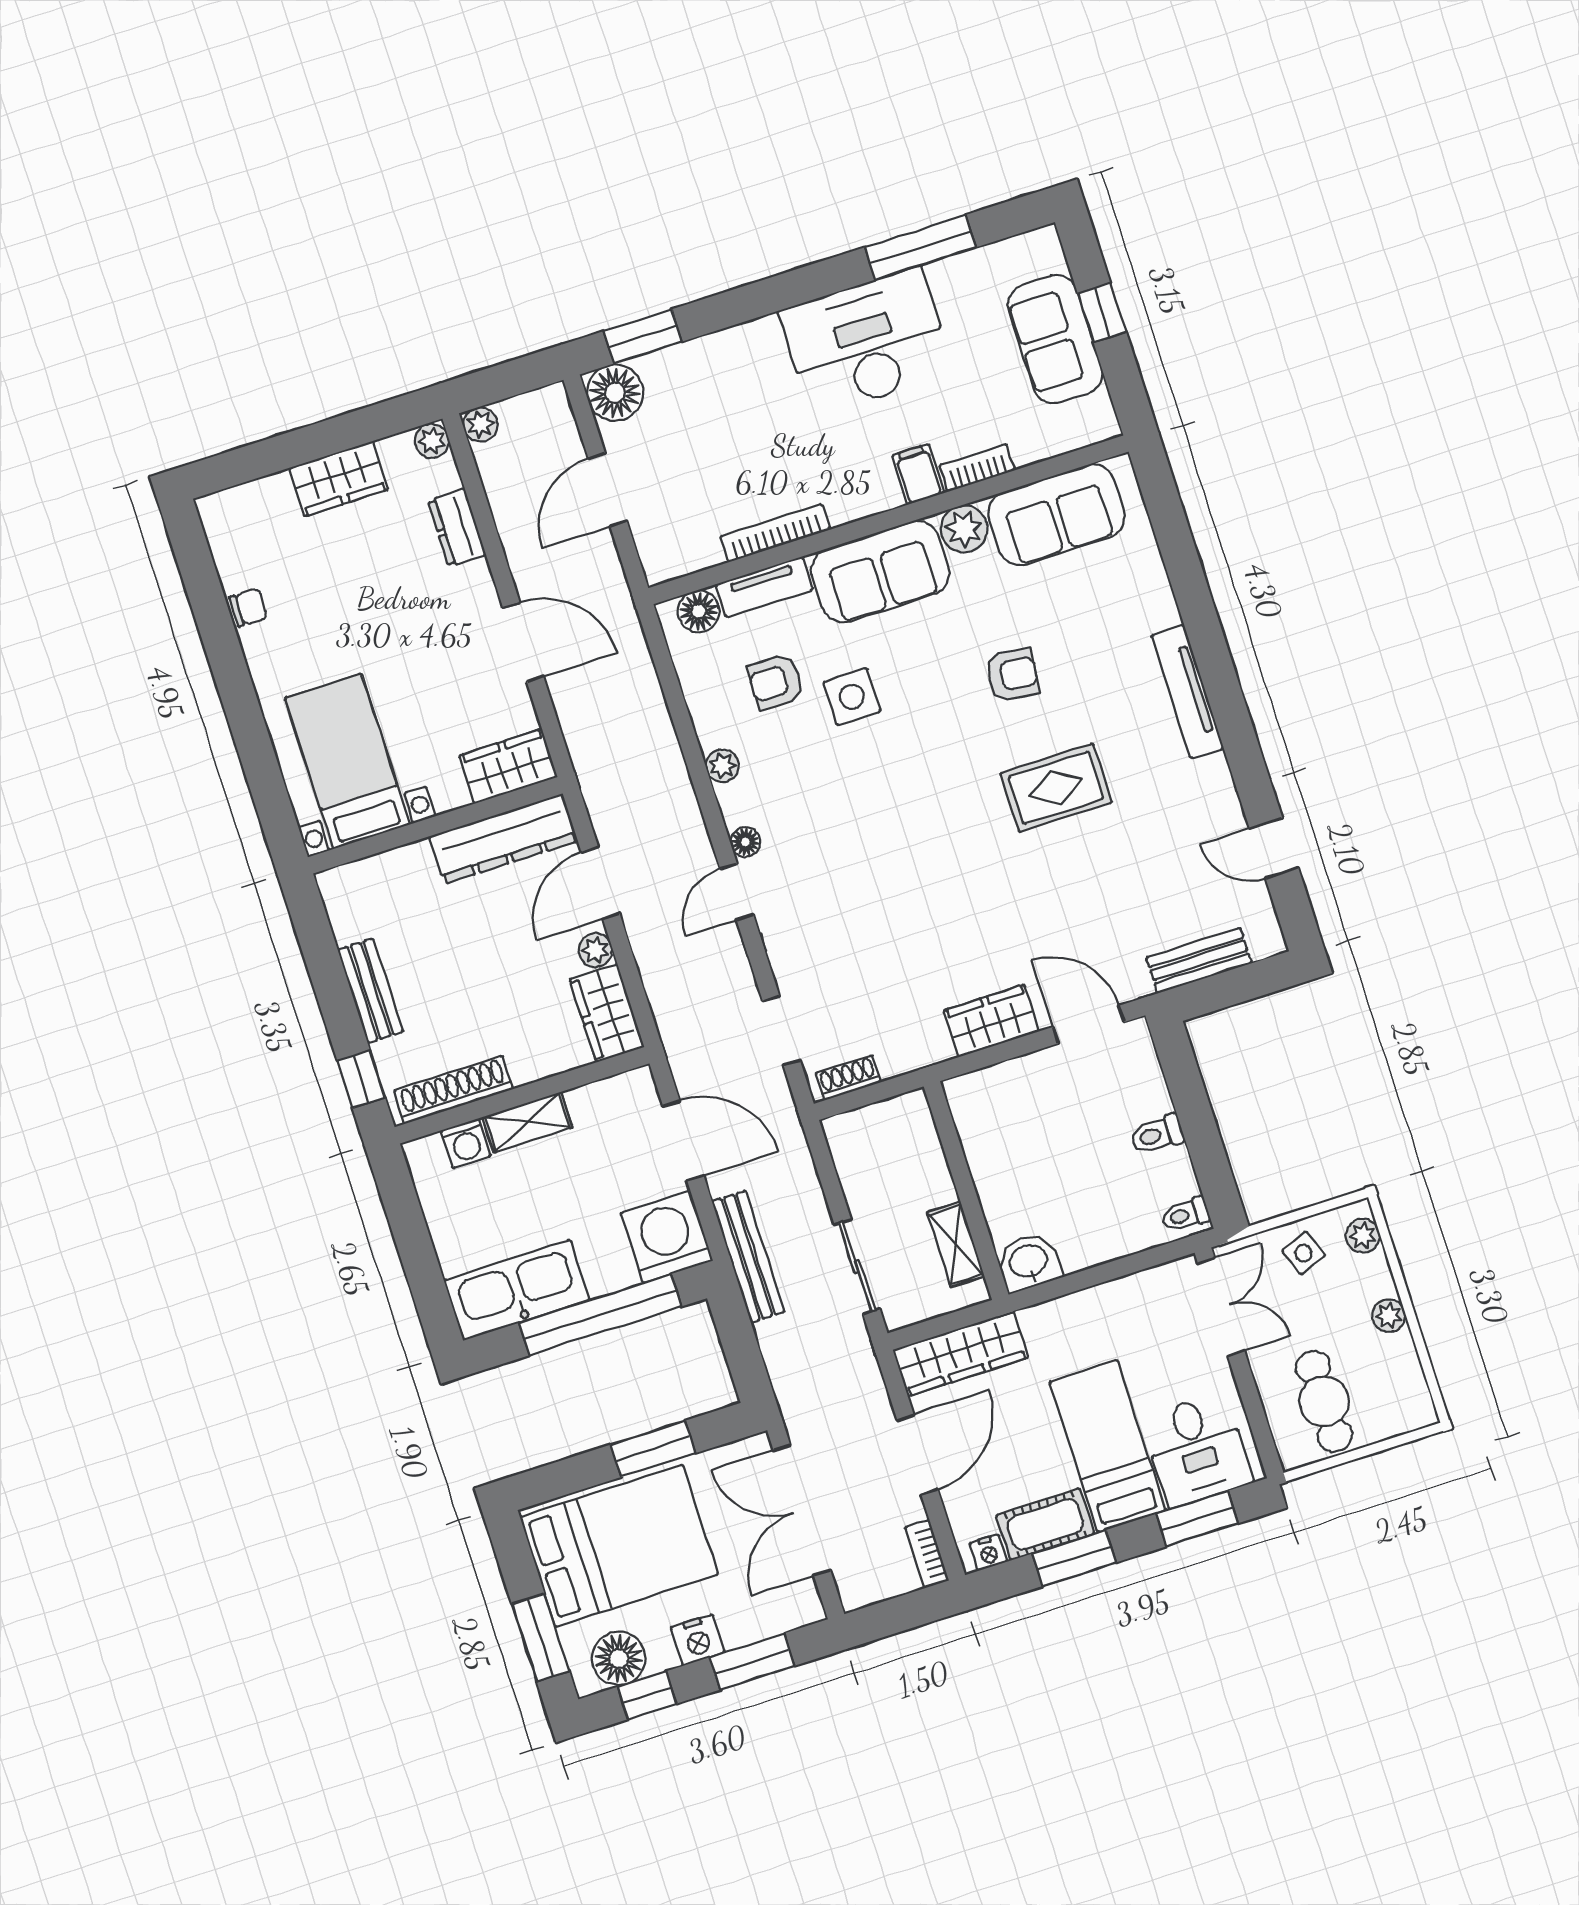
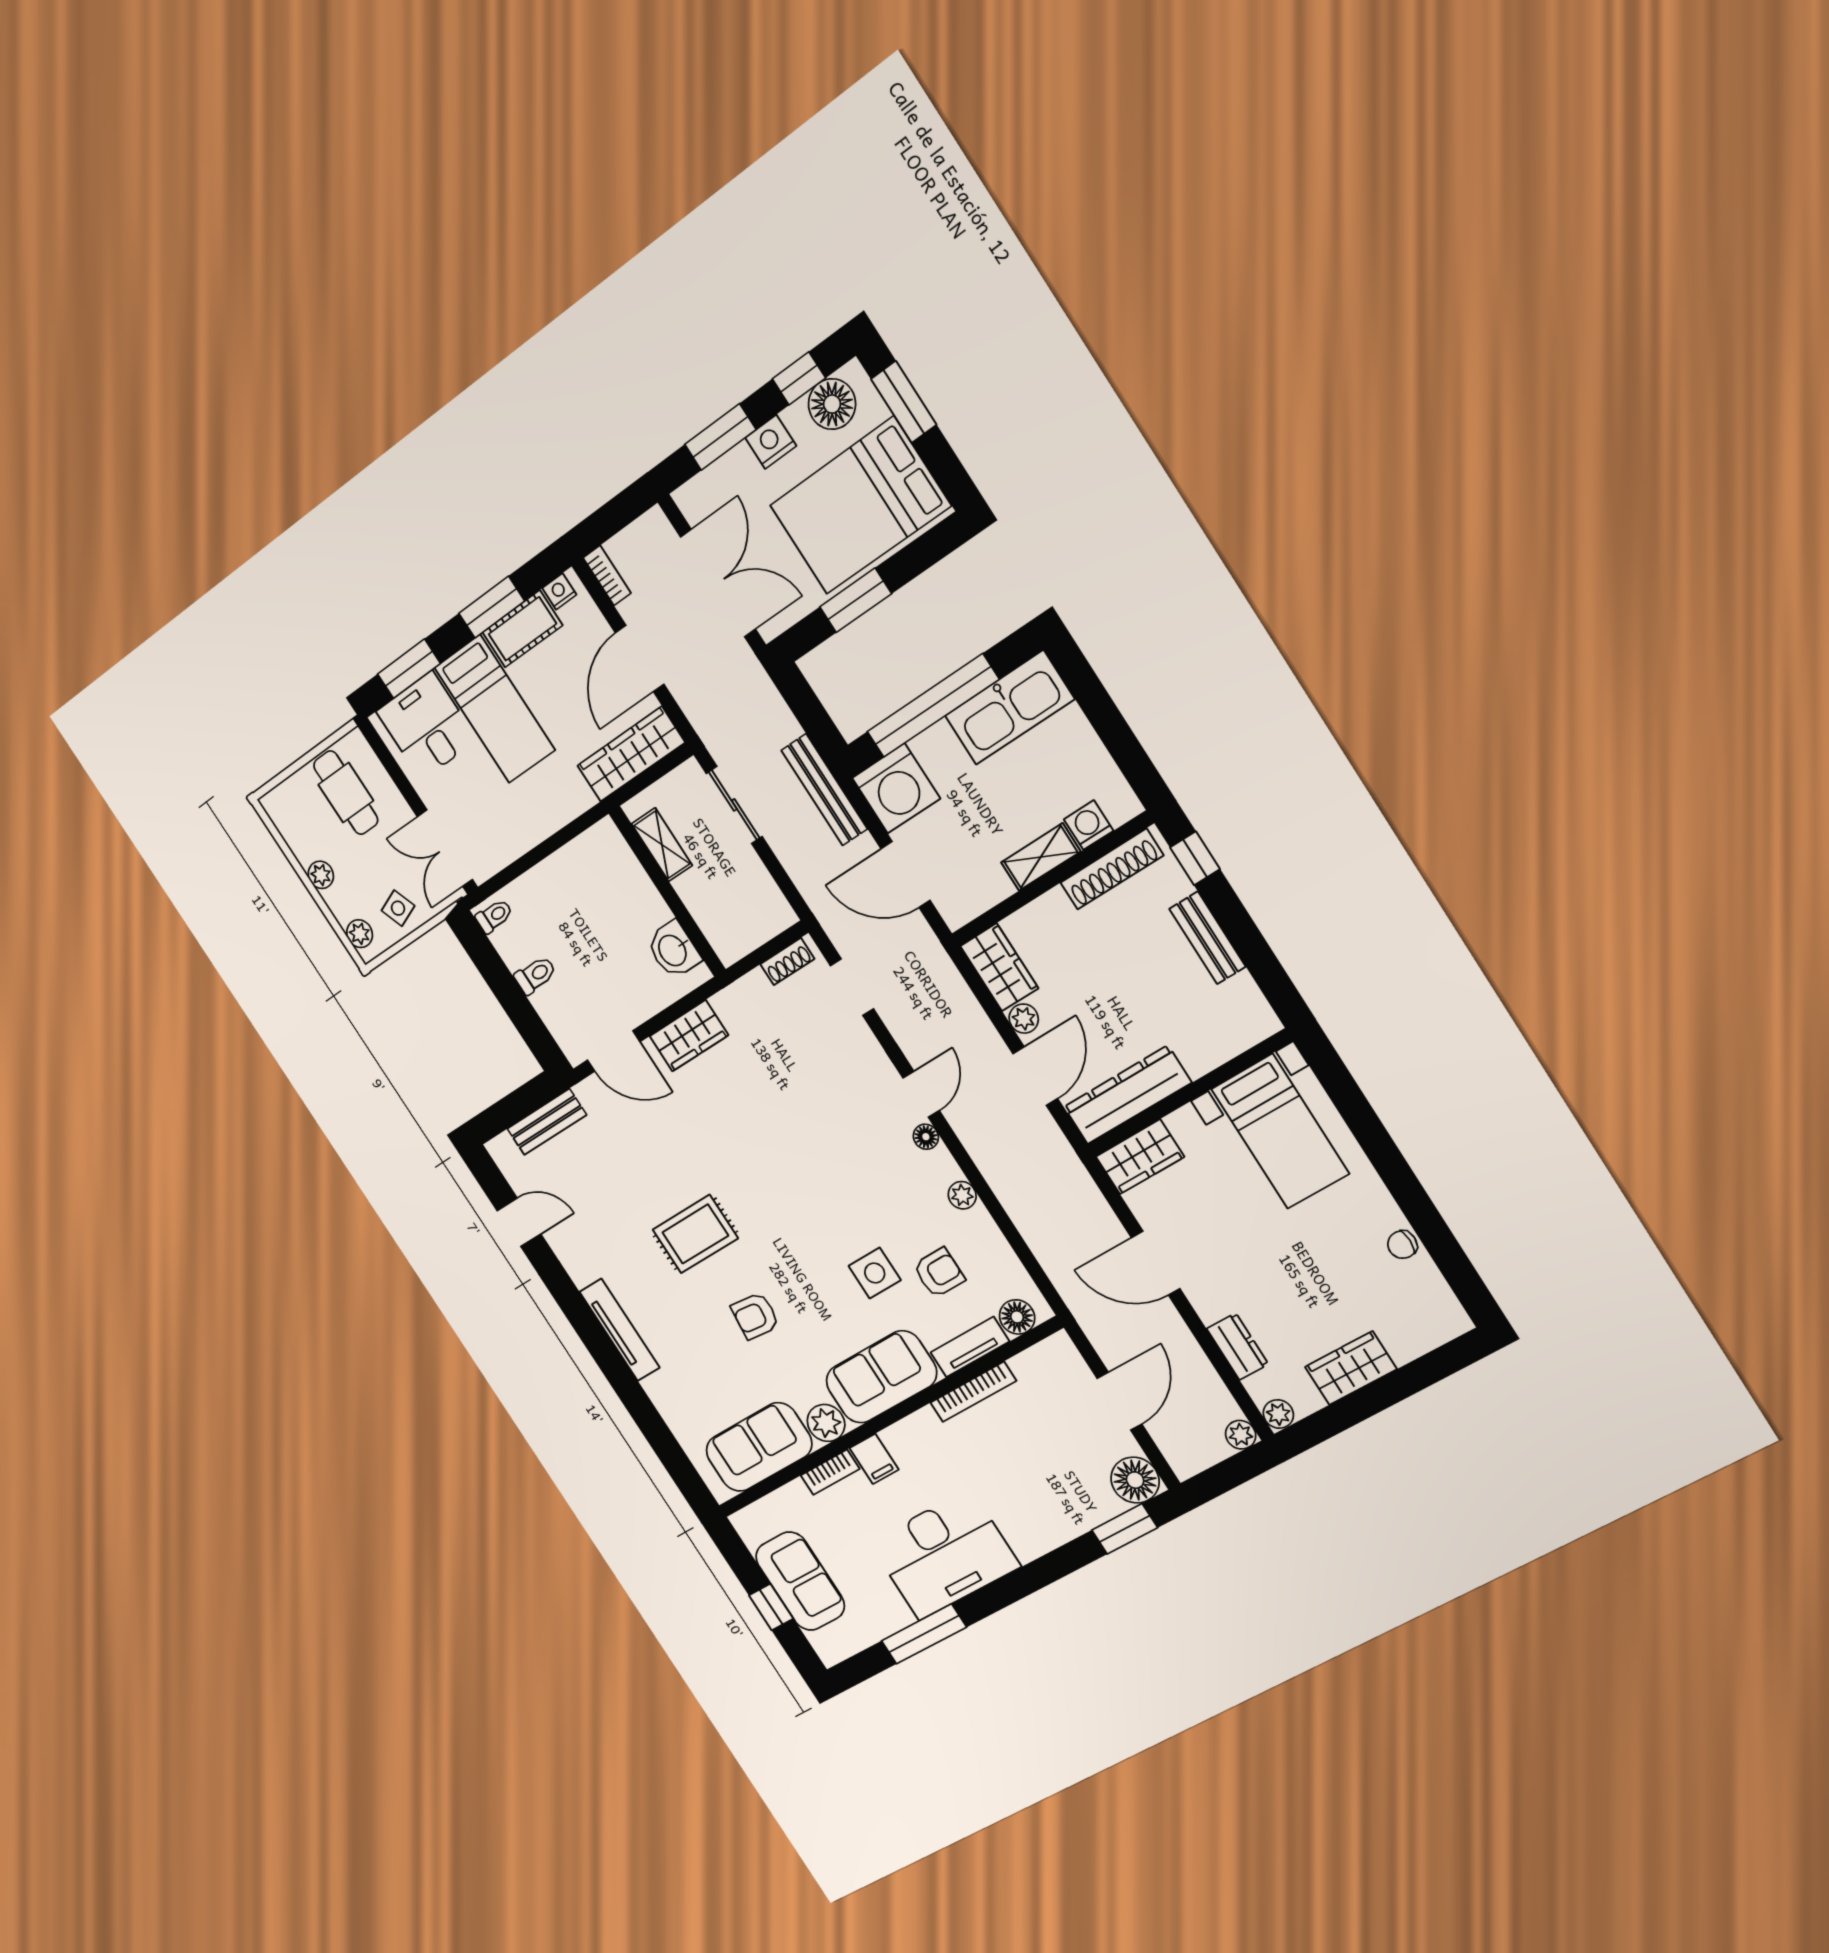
washbasin: (1029, 1262) -> (673, 950), moved, turned 90

